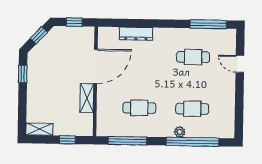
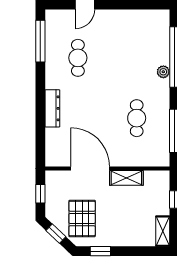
dresser: (136, 34) -> (52, 108), moved
pallet: (52, 59) -> (82, 218), added
cafe table: (192, 109) -> (137, 58), removed

